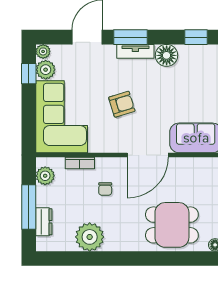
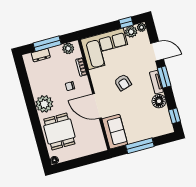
plant: (90, 237) -> (44, 104), moved

